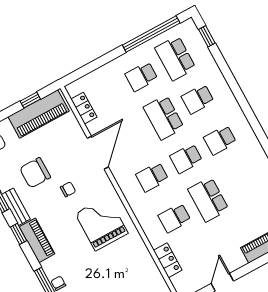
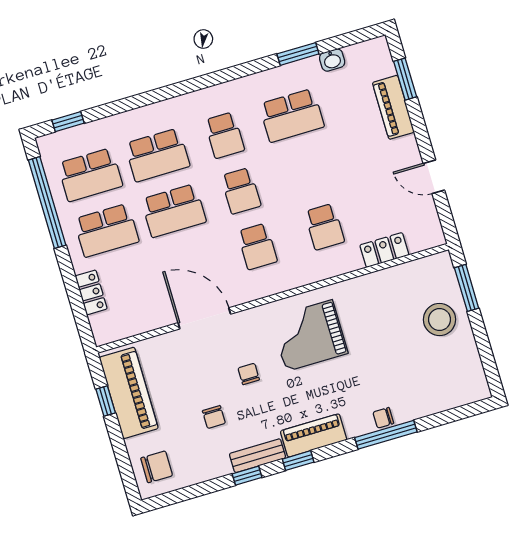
school desk: (141, 77) -> (106, 230), width x1.85
school desk: (198, 99) -> (157, 155), width x1.85
locker: (84, 108) -> (91, 292), moved, turned 90
chair: (35, 173) -> (214, 417), width x0.54, depth x0.54
school desk: (208, 199) -> (292, 115), moved

